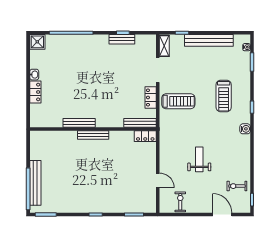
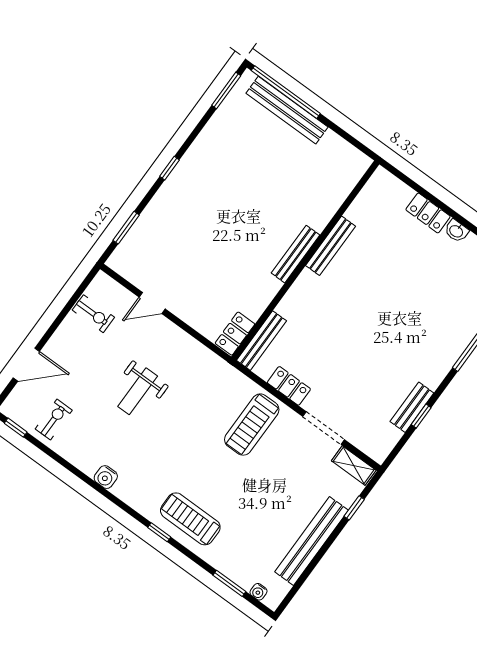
treadmill: (224, 96) -> (190, 519), moved
water cooler: (245, 129) -> (106, 477), moved
weight bench: (199, 159) -> (138, 391), turned 90

